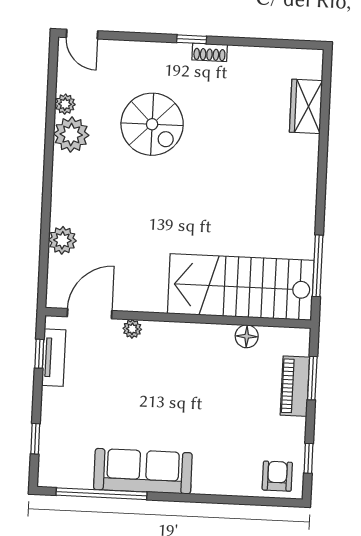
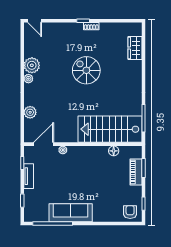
plant: (65, 104) -> (28, 79), moved
spiral stairs: (152, 124) -> (86, 70), moved, turned 180
tv unit: (54, 358) -> (29, 176), moved

